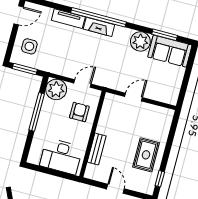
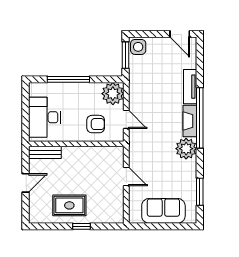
plant: (140, 41) -> (186, 149), moved
side table: (29, 46) -> (138, 47), moved
sofa: (170, 51) -> (163, 211), moved, turned 90
window: (37, 112) -> (68, 79), moved
bench: (97, 149) -> (45, 152), moved
window: (160, 179) -> (81, 226), moved

